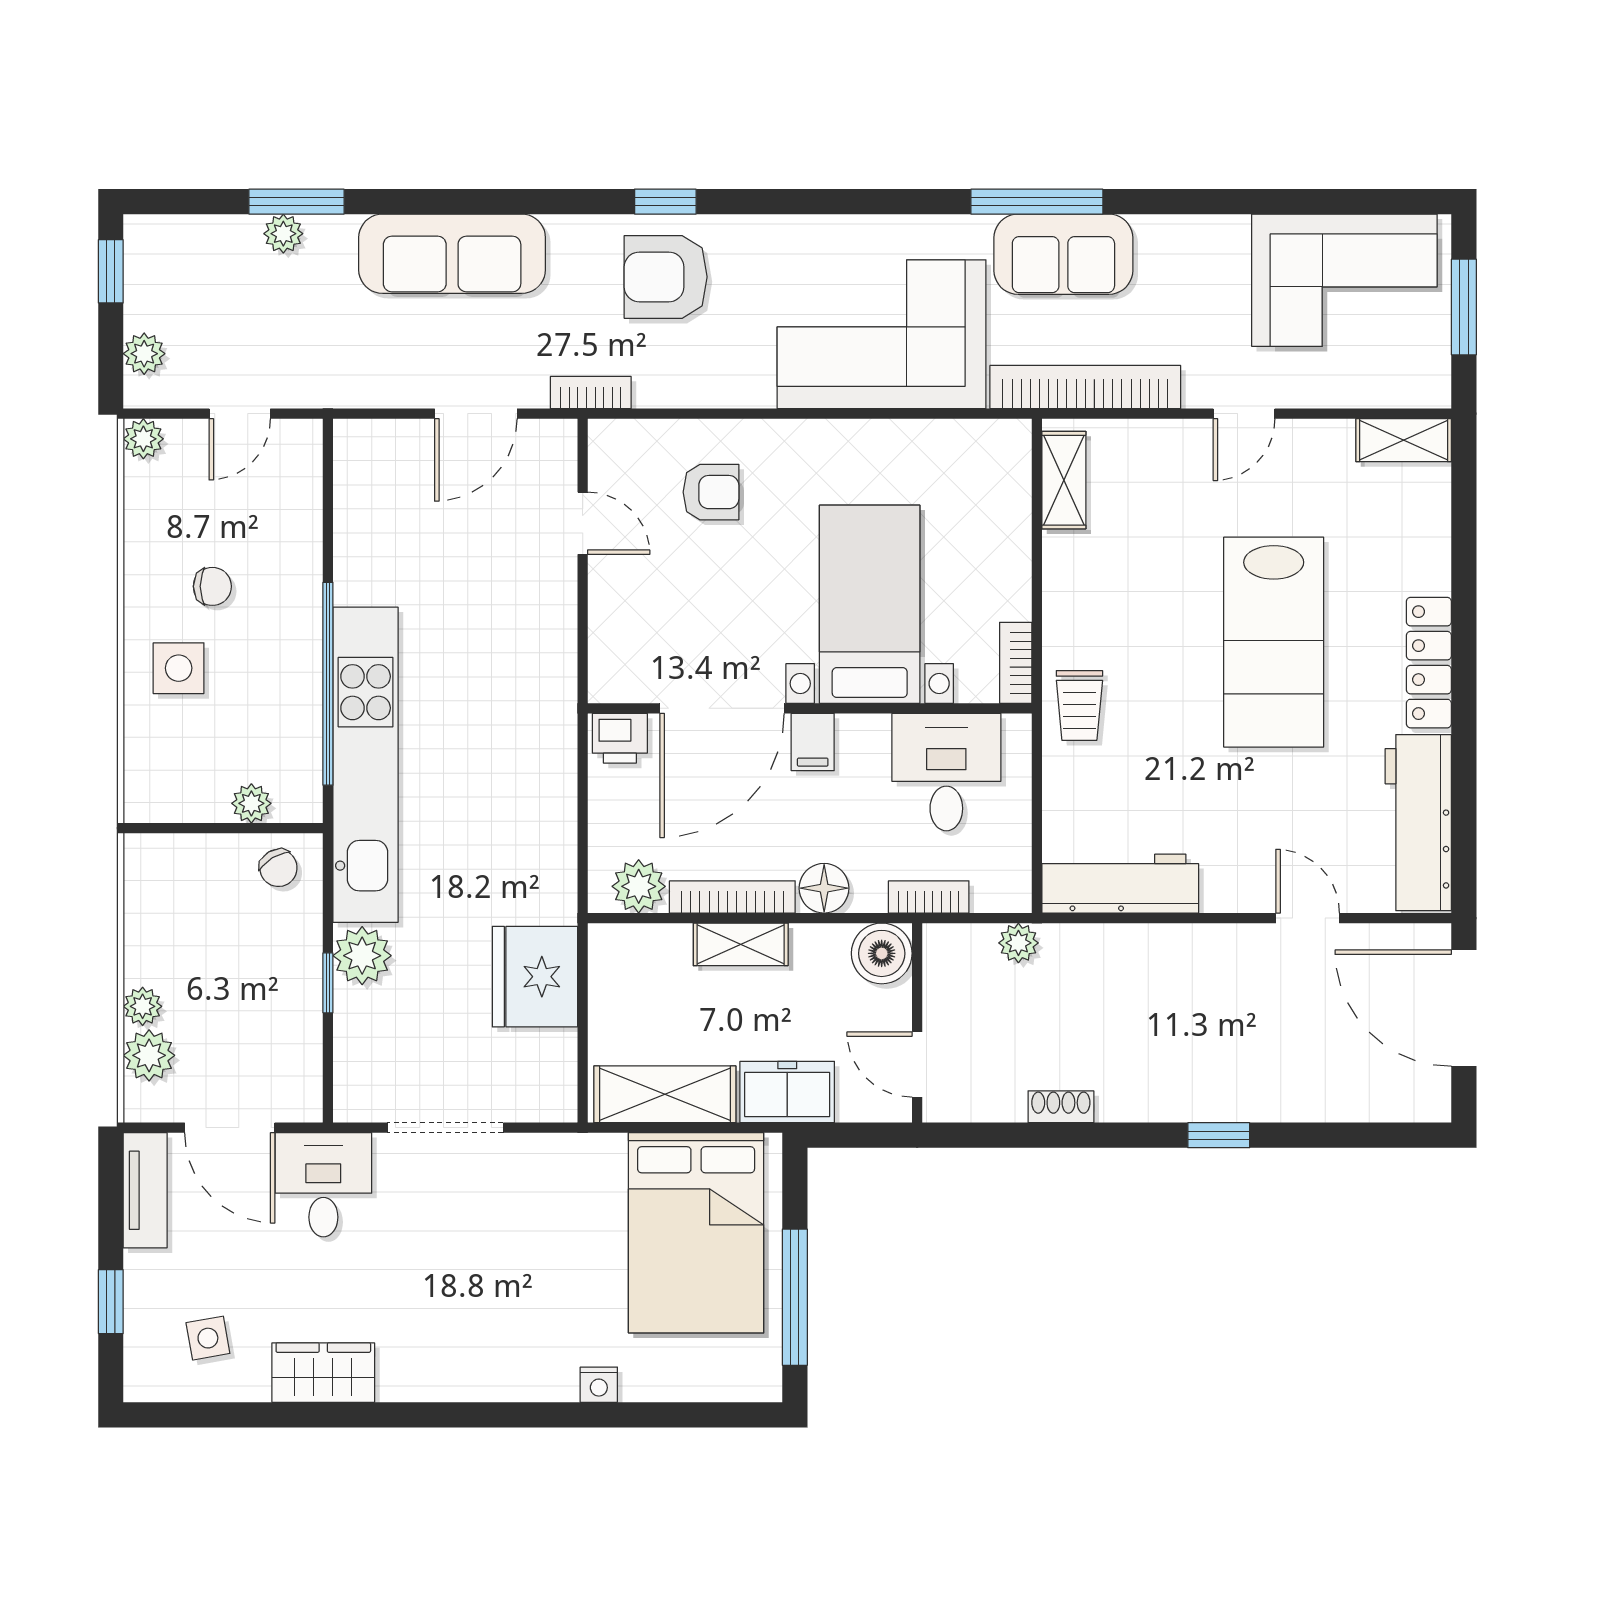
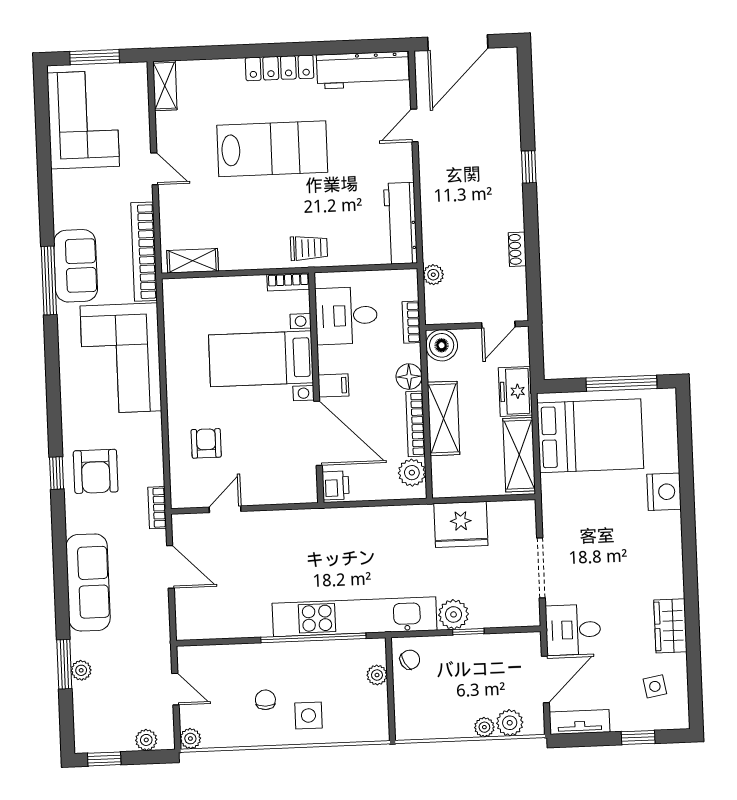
shelving: (741, 944) -> (444, 418), width x1.50, depth x1.33
nightstand: (599, 1385) -> (664, 492), width x1.89, depth x1.79

